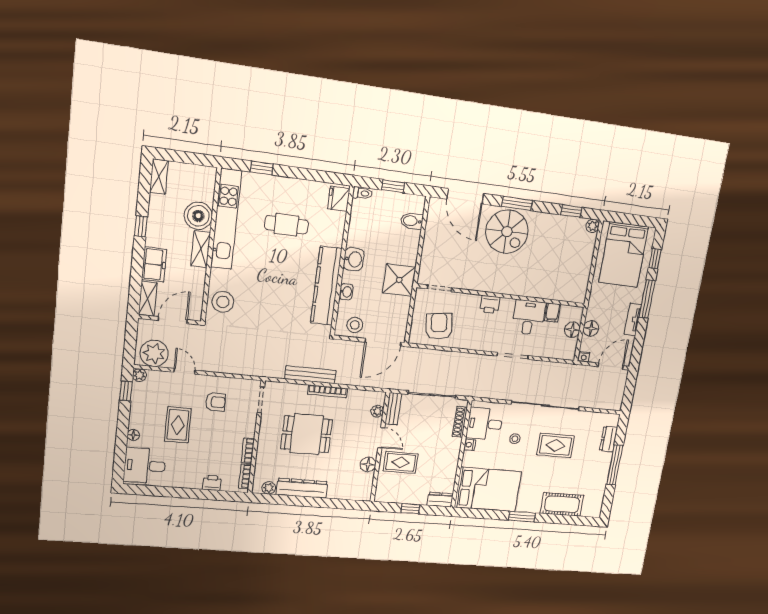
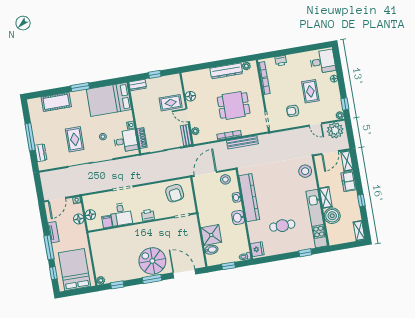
shower: (399, 280) -> (211, 235), moved
rug: (556, 445) -> (75, 139), turned 90

